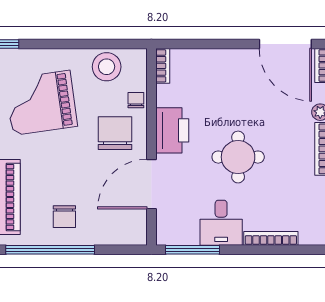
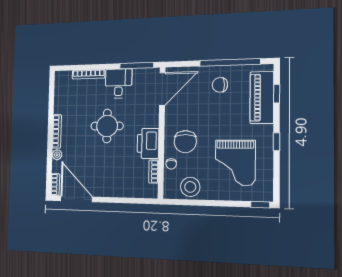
bookcase: (163, 66) -> (154, 171), moved
grand piano: (41, 103) -> (235, 163), turned 98
door: (151, 184) -> (162, 89), moved
chair: (64, 217) -> (220, 85), turned -90

